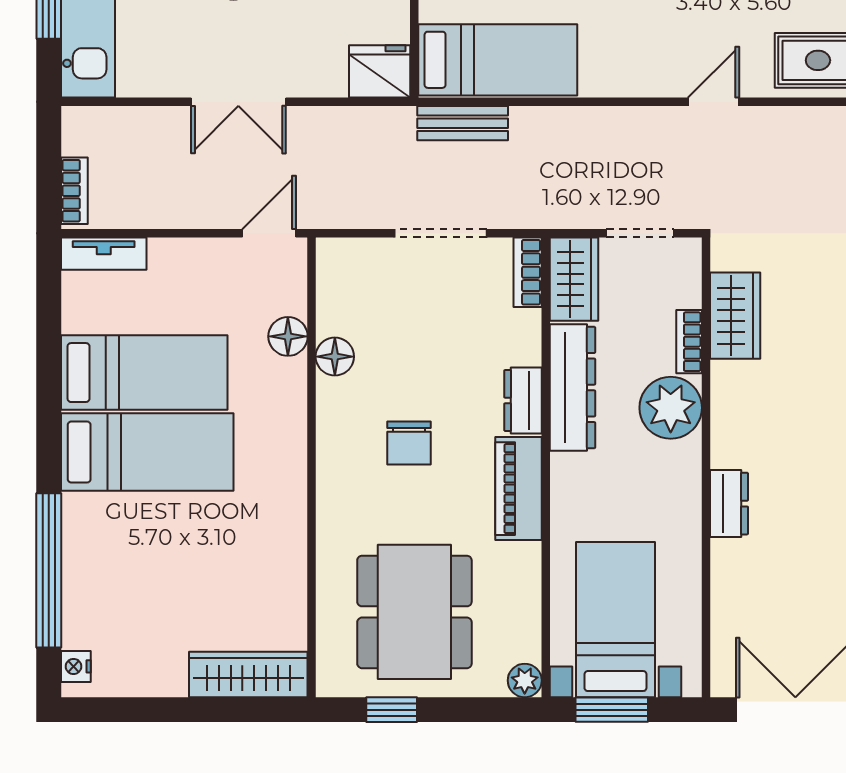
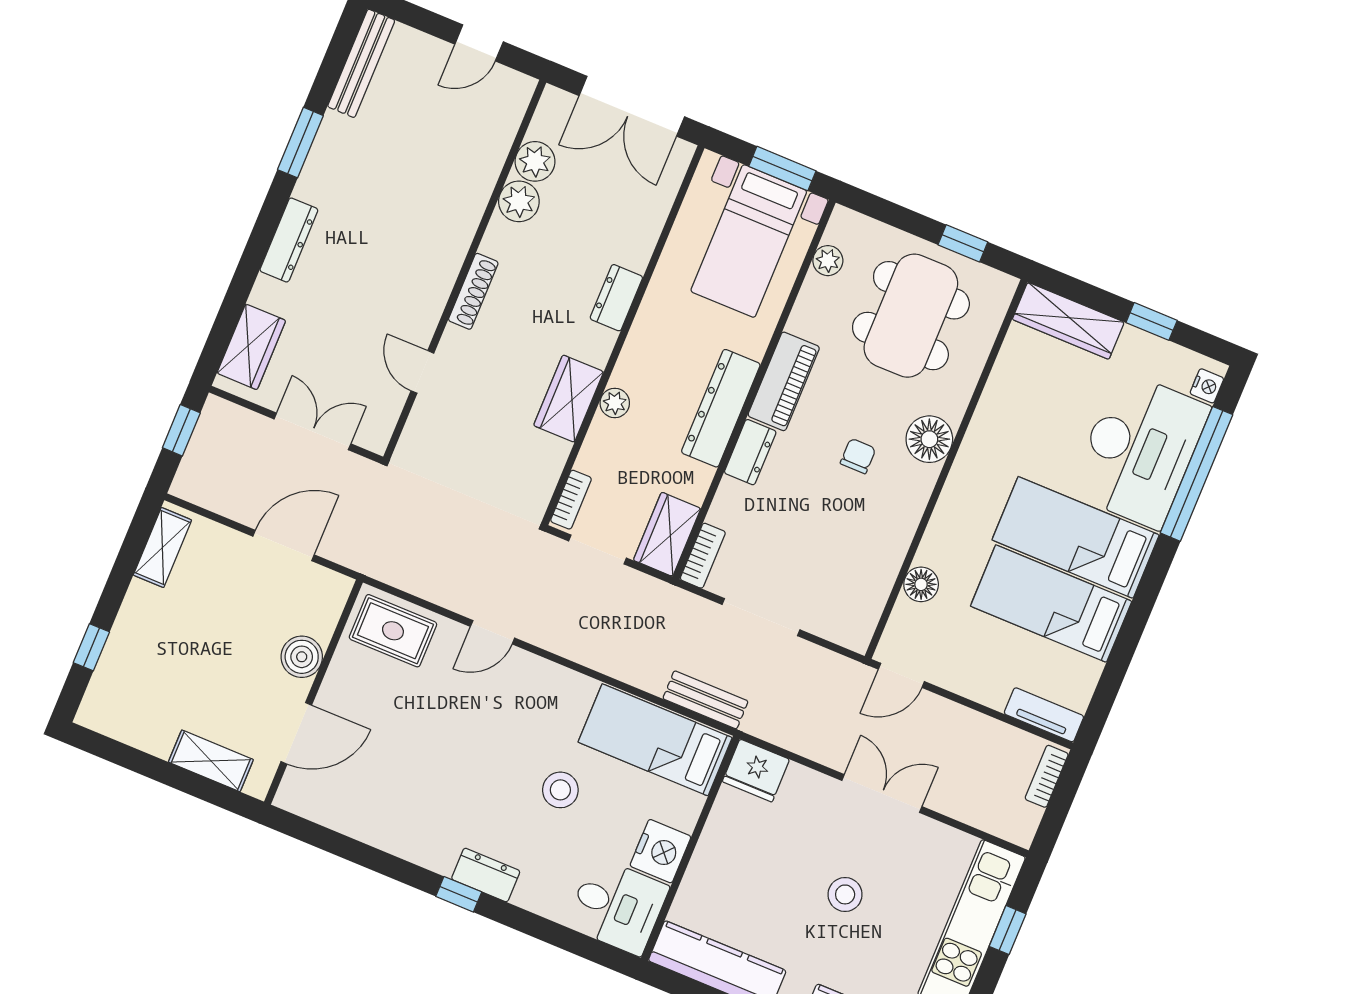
wardrobe: (735, 316) -> (569, 399), moved
bookcase: (689, 342) -> (571, 500), moved
floor lamp: (335, 357) -> (929, 439), moved, width x1.38, depth x1.38
dresser: (572, 388) -> (721, 408), moved
plant: (671, 408) -> (615, 403), width x0.53, depth x0.53
chair: (409, 443) -> (858, 456), width x0.73, depth x0.73
desk: (118, 571) -> (1140, 450), added
plant: (525, 680) -> (828, 261), moved
window: (161, 710) -> (1152, 321), added

